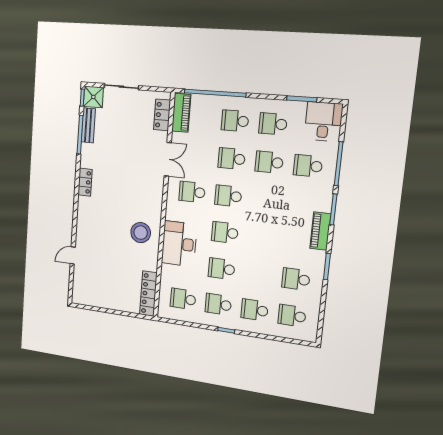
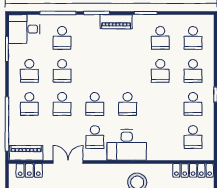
desk: (179, 244) -> (127, 145), moved
school desk: (222, 269) -> (160, 71), moved

